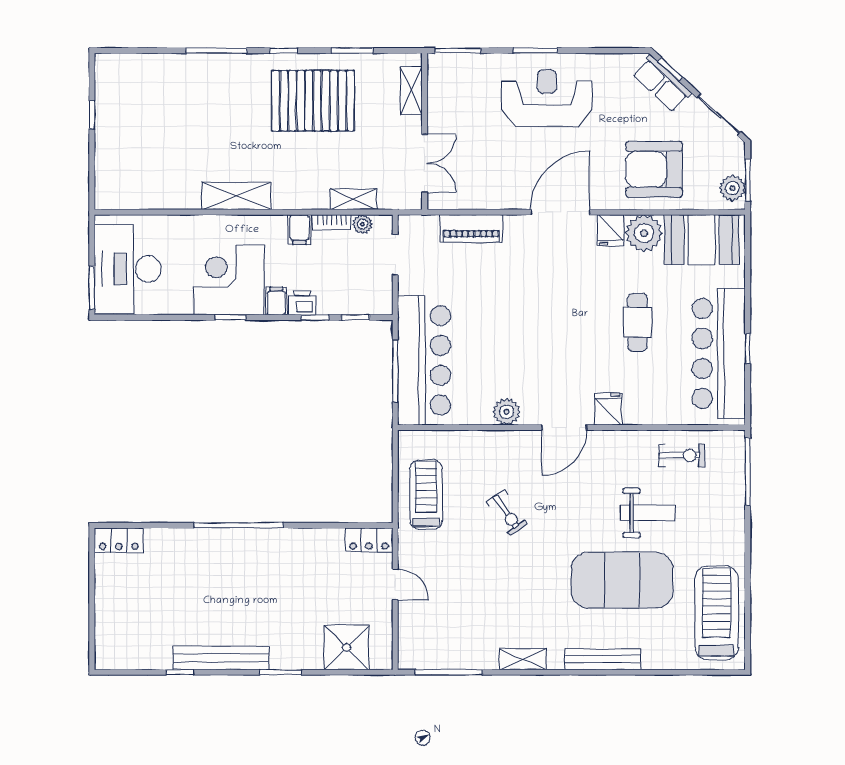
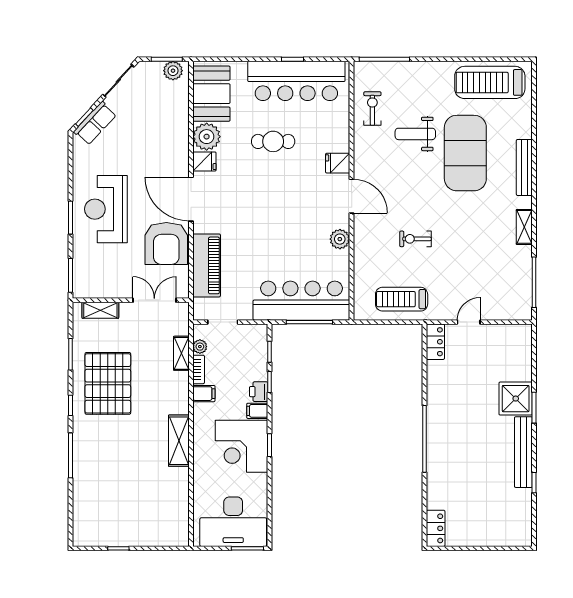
armchair: (654, 169) -> (166, 243), moved
piano: (471, 229) -> (207, 265), width x1.37, depth x1.33
exercise bike: (507, 513) -> (415, 239), turned -145
weight bench: (648, 513) -> (415, 134), turned -90
shower: (347, 648) -> (516, 399), moved

